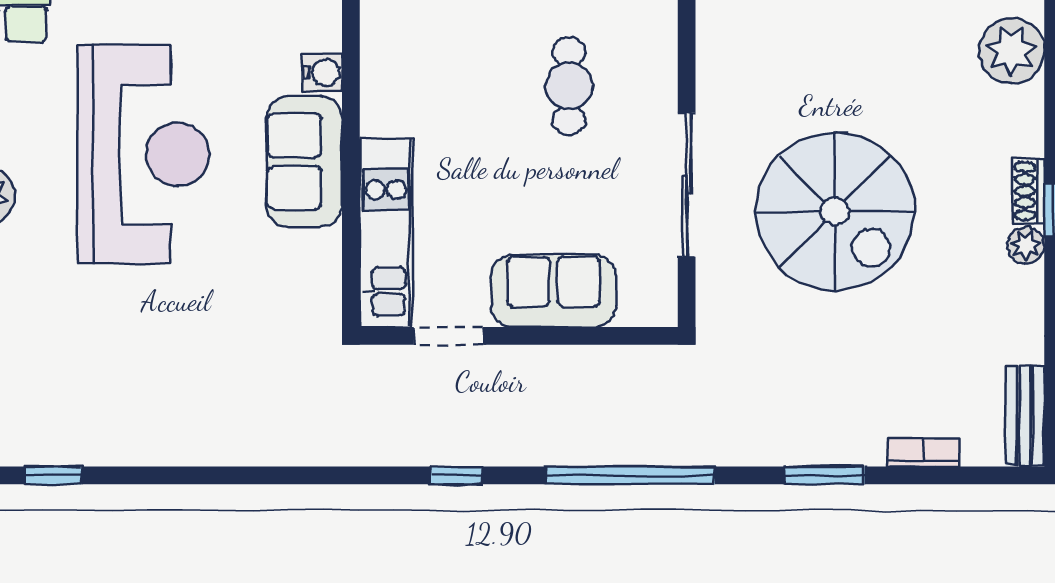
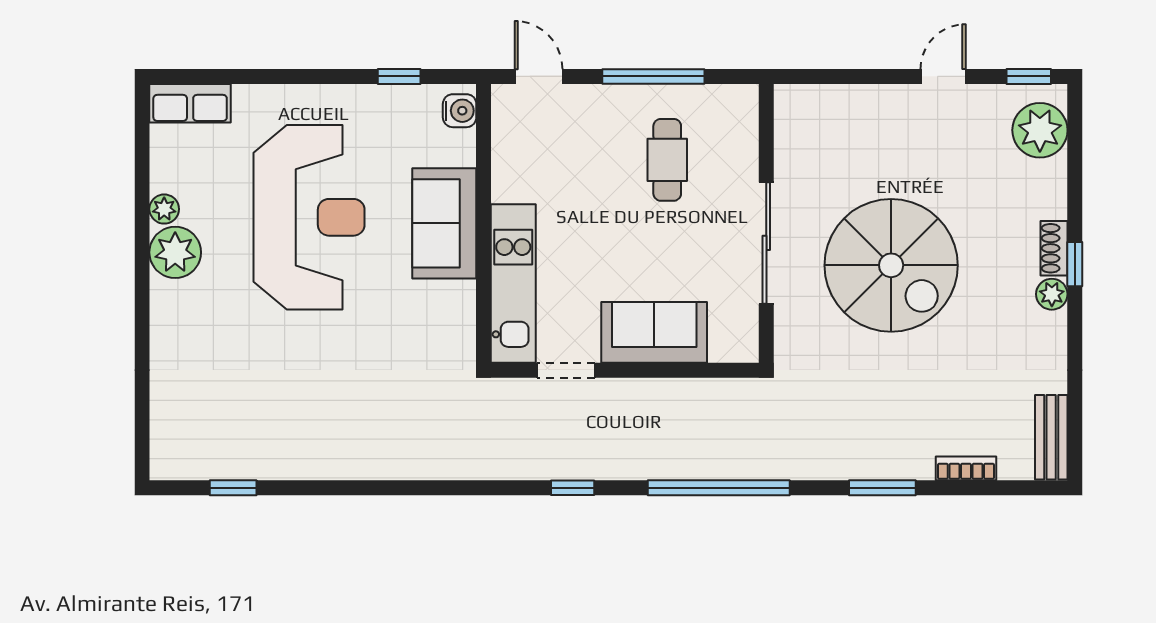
water cooler: (322, 73) -> (460, 111), moved

